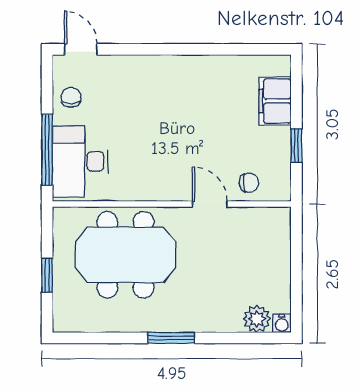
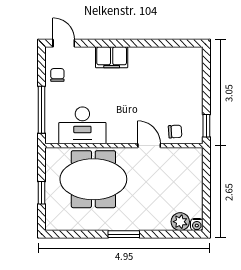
filing cabinet: (275, 101) -> (112, 57), moved, turned -90
window: (296, 145) -> (206, 126), moved
desk: (80, 161) -> (82, 125), moved, turned -90

